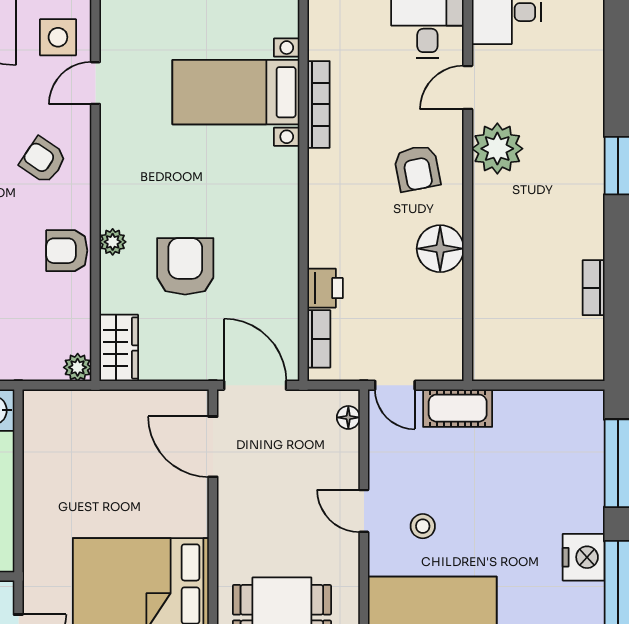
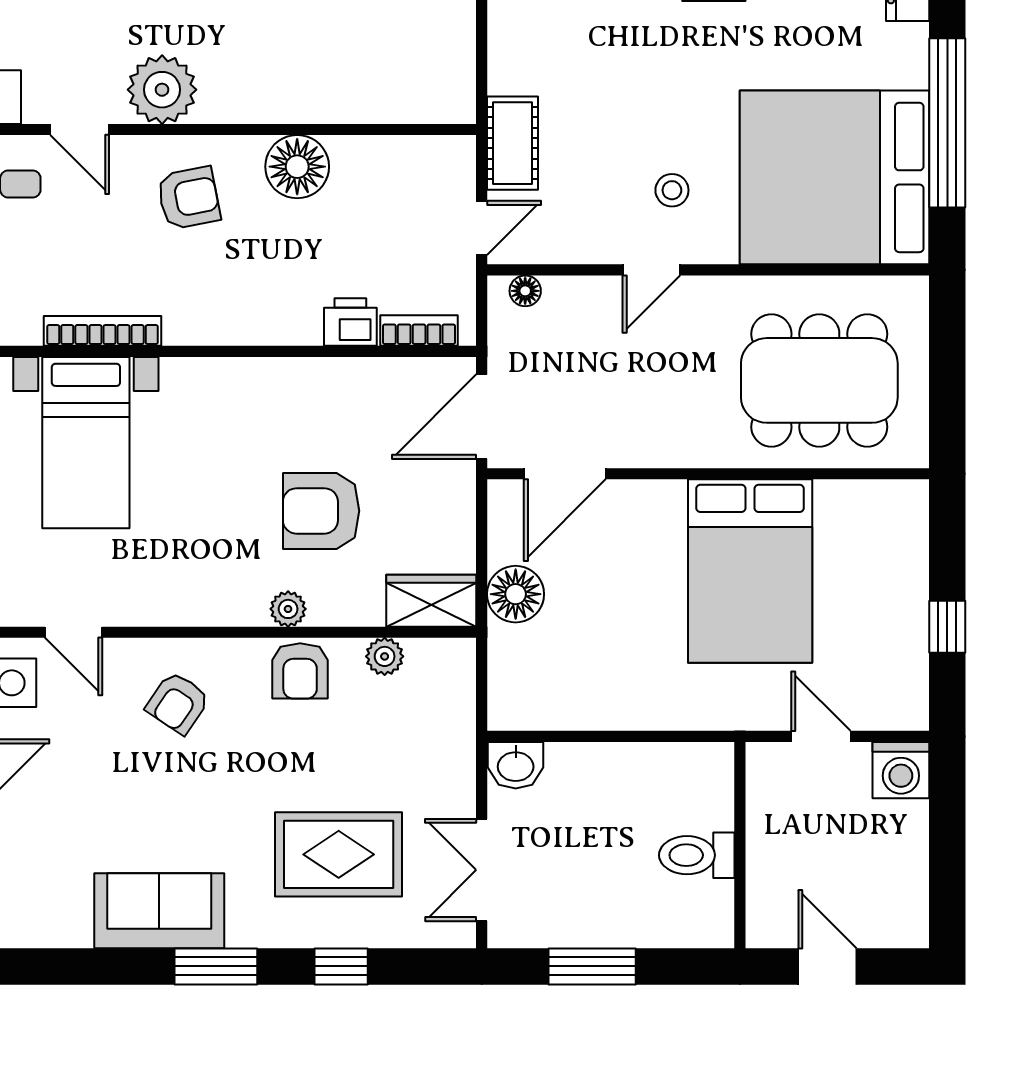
plant: (78, 367) -> (385, 656), moved
floor lamp: (124, 410) -> (516, 594), added

